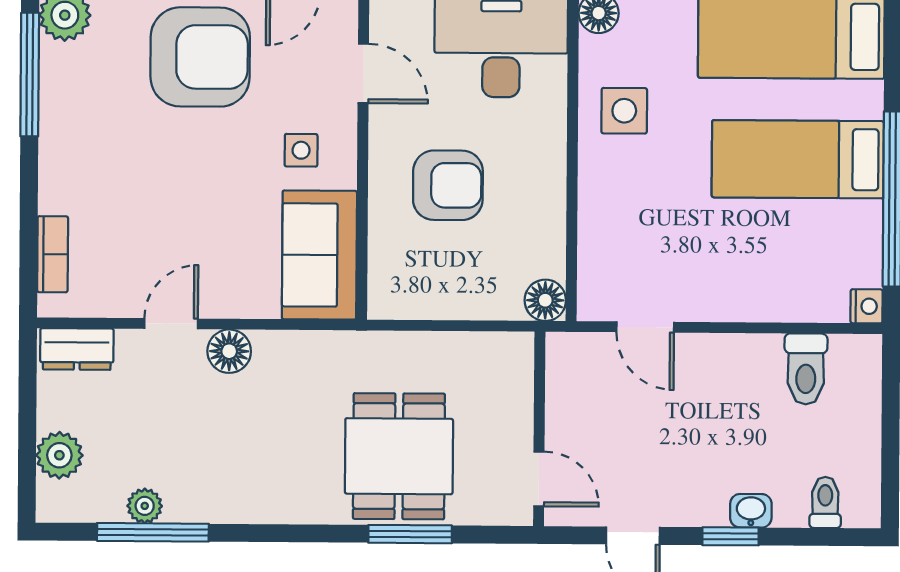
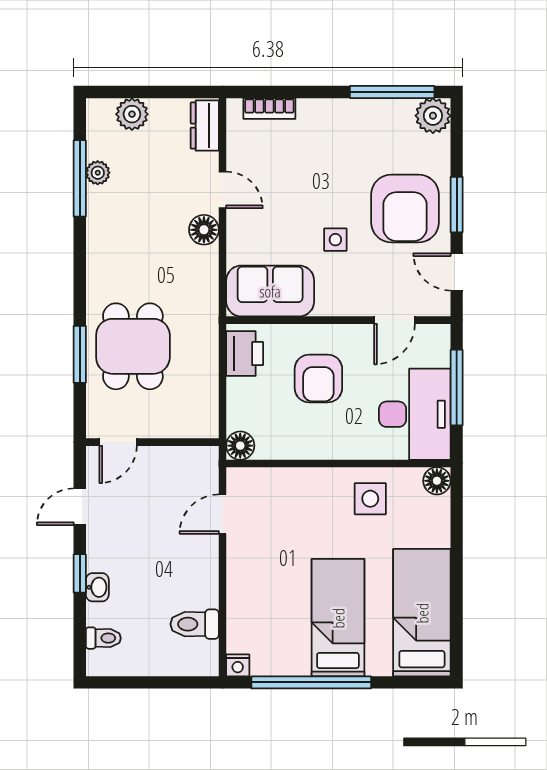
side table: (301, 150) -> (335, 240), moved
printer: (411, 293) -> (245, 354), added
dining table: (399, 456) -> (133, 346), turned 90

